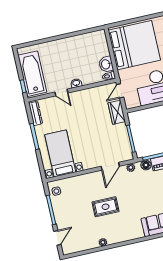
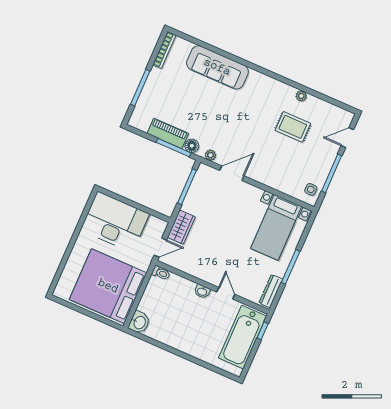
washbasin: (106, 64) -> (139, 322), moved
rug: (106, 207) -> (293, 127), moved

